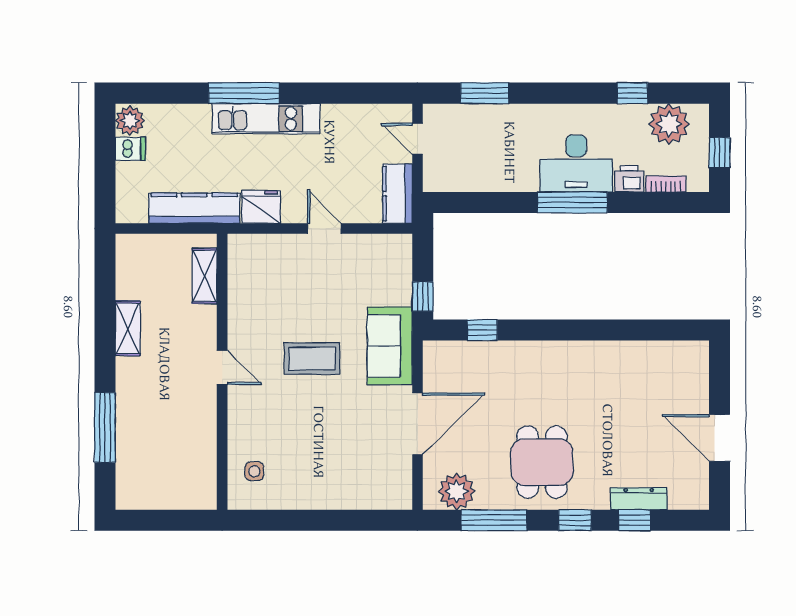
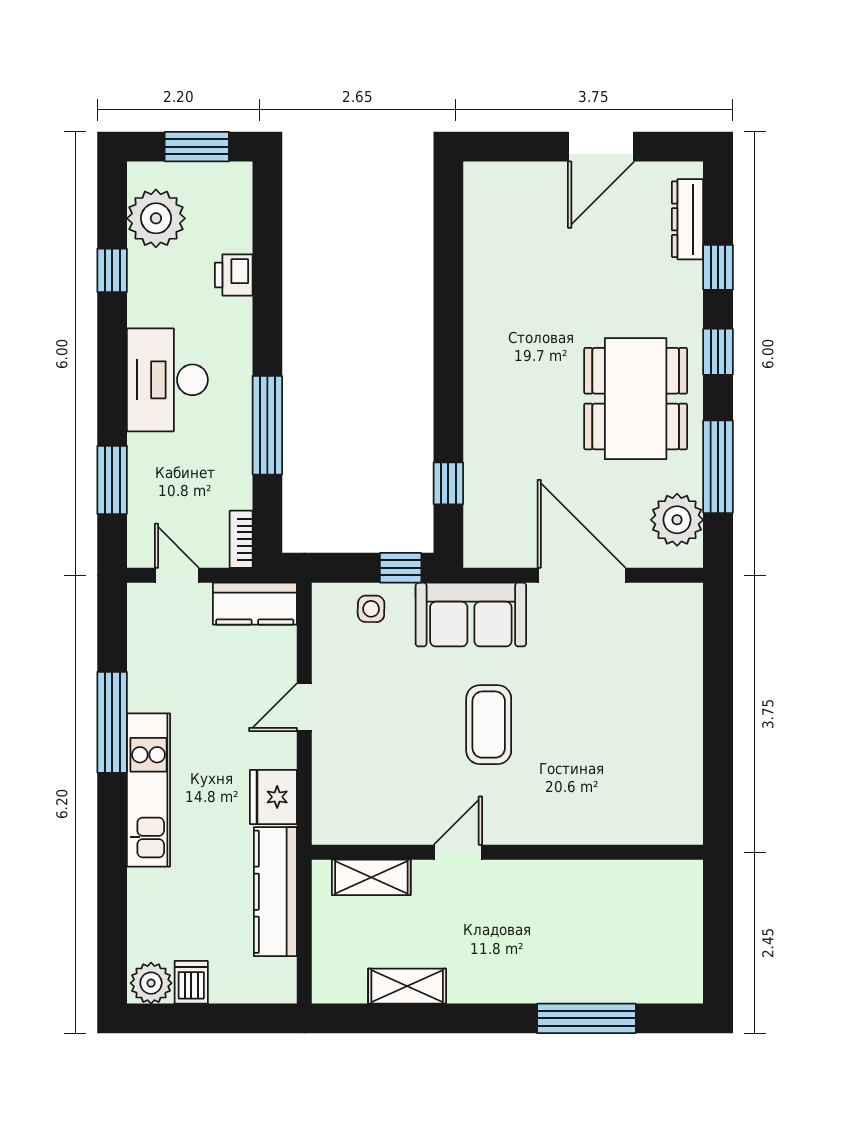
window: (244, 93) -> (112, 722), moved
door: (417, 139) -> (177, 575), swing flipped
window: (720, 153) -> (197, 147), width x1.50
desk: (576, 164) -> (167, 380), moved, turned 180
bookcase: (666, 184) -> (241, 539), moved
window: (572, 202) -> (267, 425), moved
shelving: (128, 328) -> (407, 986), moved
door: (222, 368) -> (458, 852), moved
dining table: (542, 462) -> (636, 399), width x1.38
side table: (254, 471) -> (371, 609), moved
dresser: (639, 499) -> (688, 219), moved

